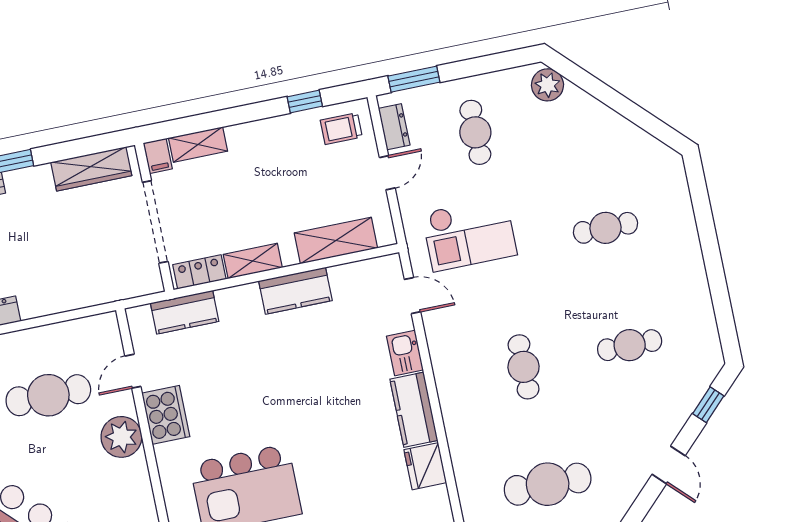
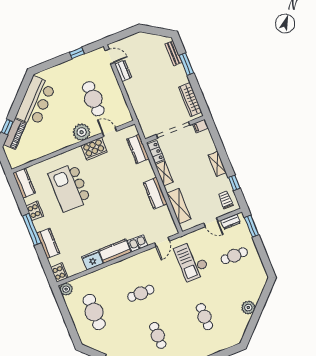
plant: (547, 85) -> (248, 308), moved
shelving: (198, 145) -> (217, 164), moved

